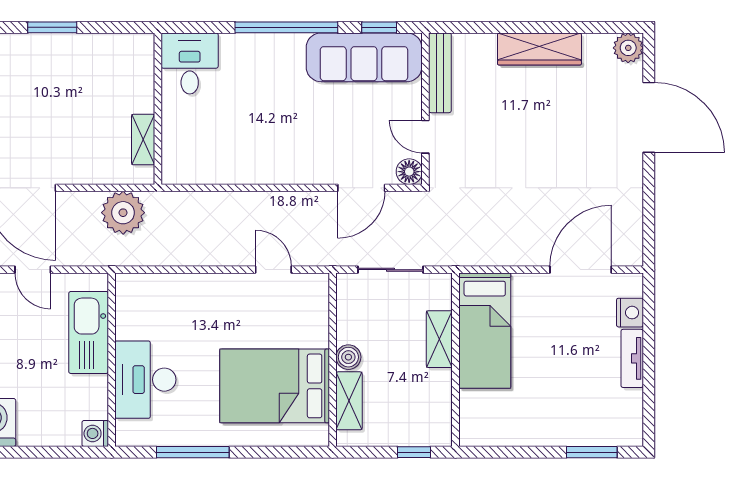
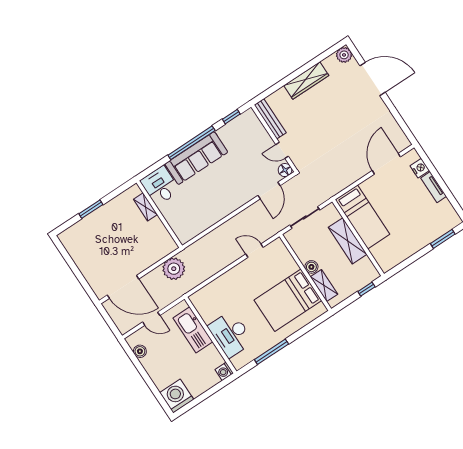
sofa: (364, 57) -> (196, 158), moved
shelving: (143, 140) -> (145, 207), moved
shelving: (439, 339) -> (348, 241), width x1.50, depth x1.33

